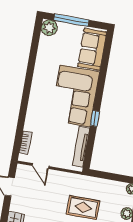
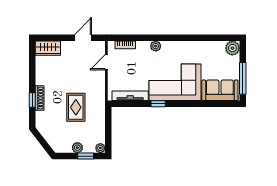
window: (71, 20) -> (243, 78), moved
plant: (32, 110) -> (156, 46), added

